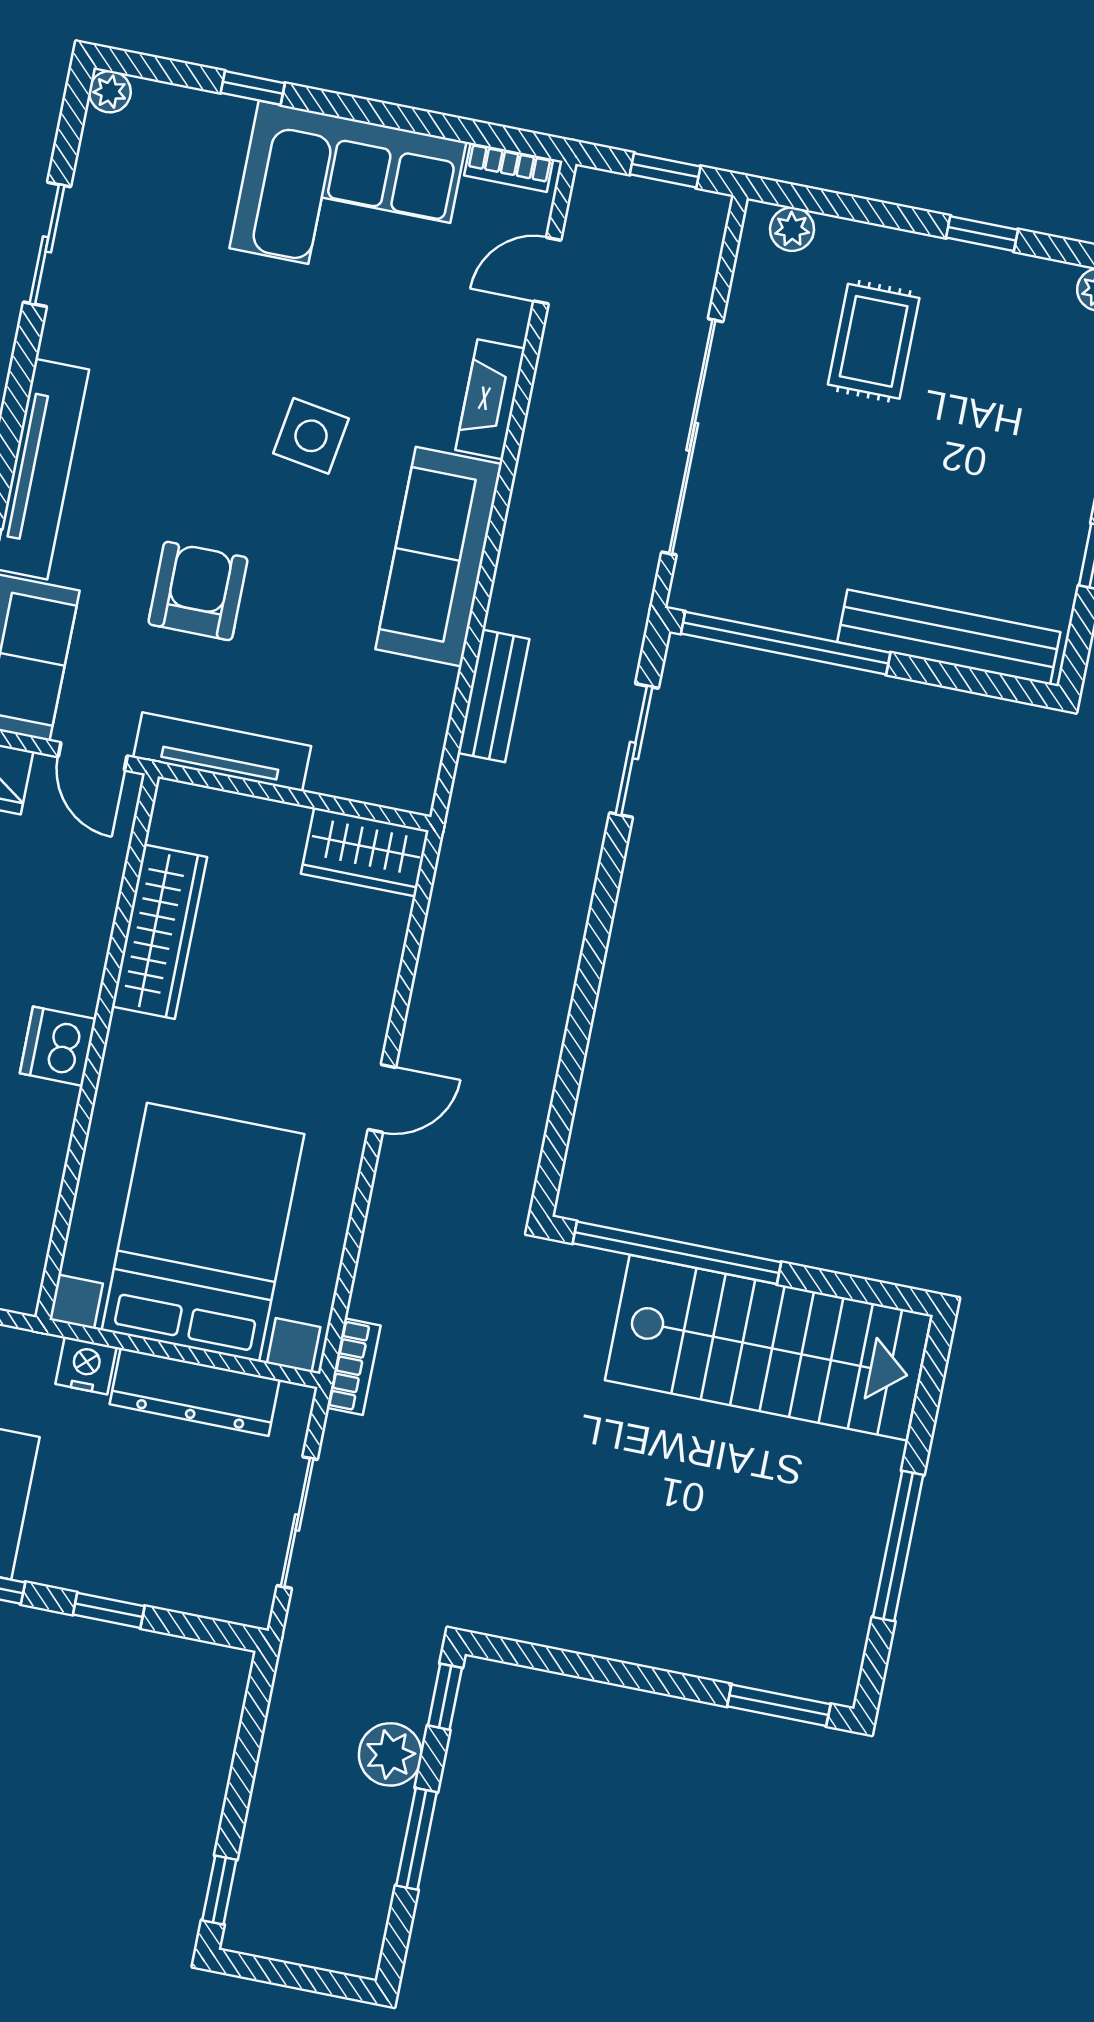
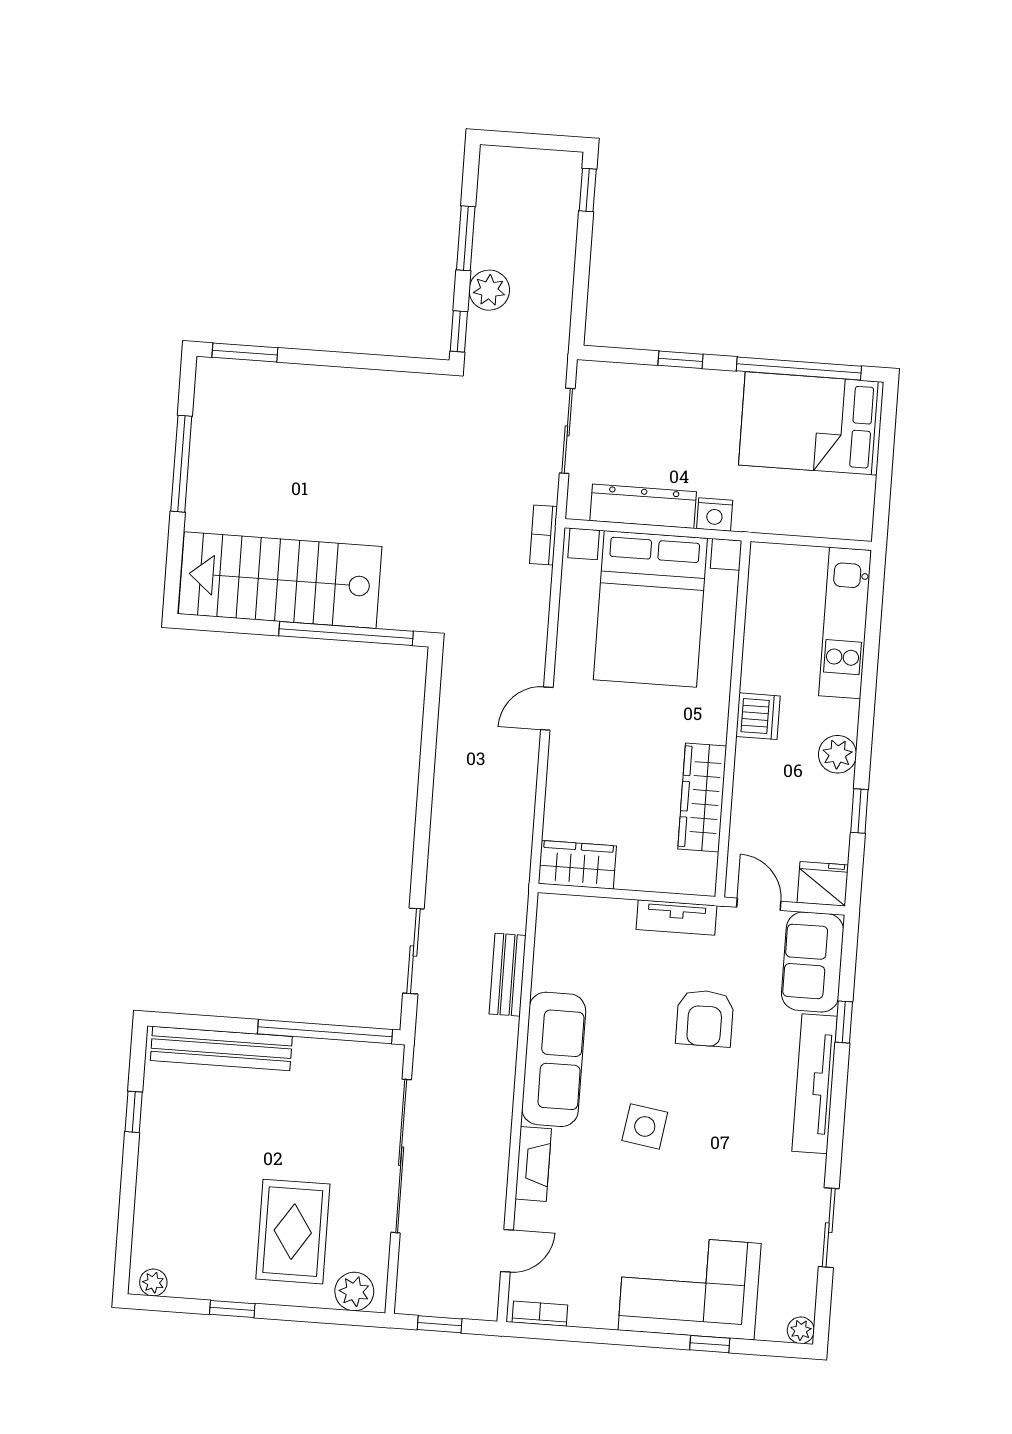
corner sofa: (348, 195) -> (690, 1287), moved
plant: (792, 229) -> (354, 1291), width x1.38, depth x1.38
rug: (874, 341) -> (293, 1232), width x1.36, depth x1.43
tv unit: (222, 752) -> (676, 917), width x0.71

